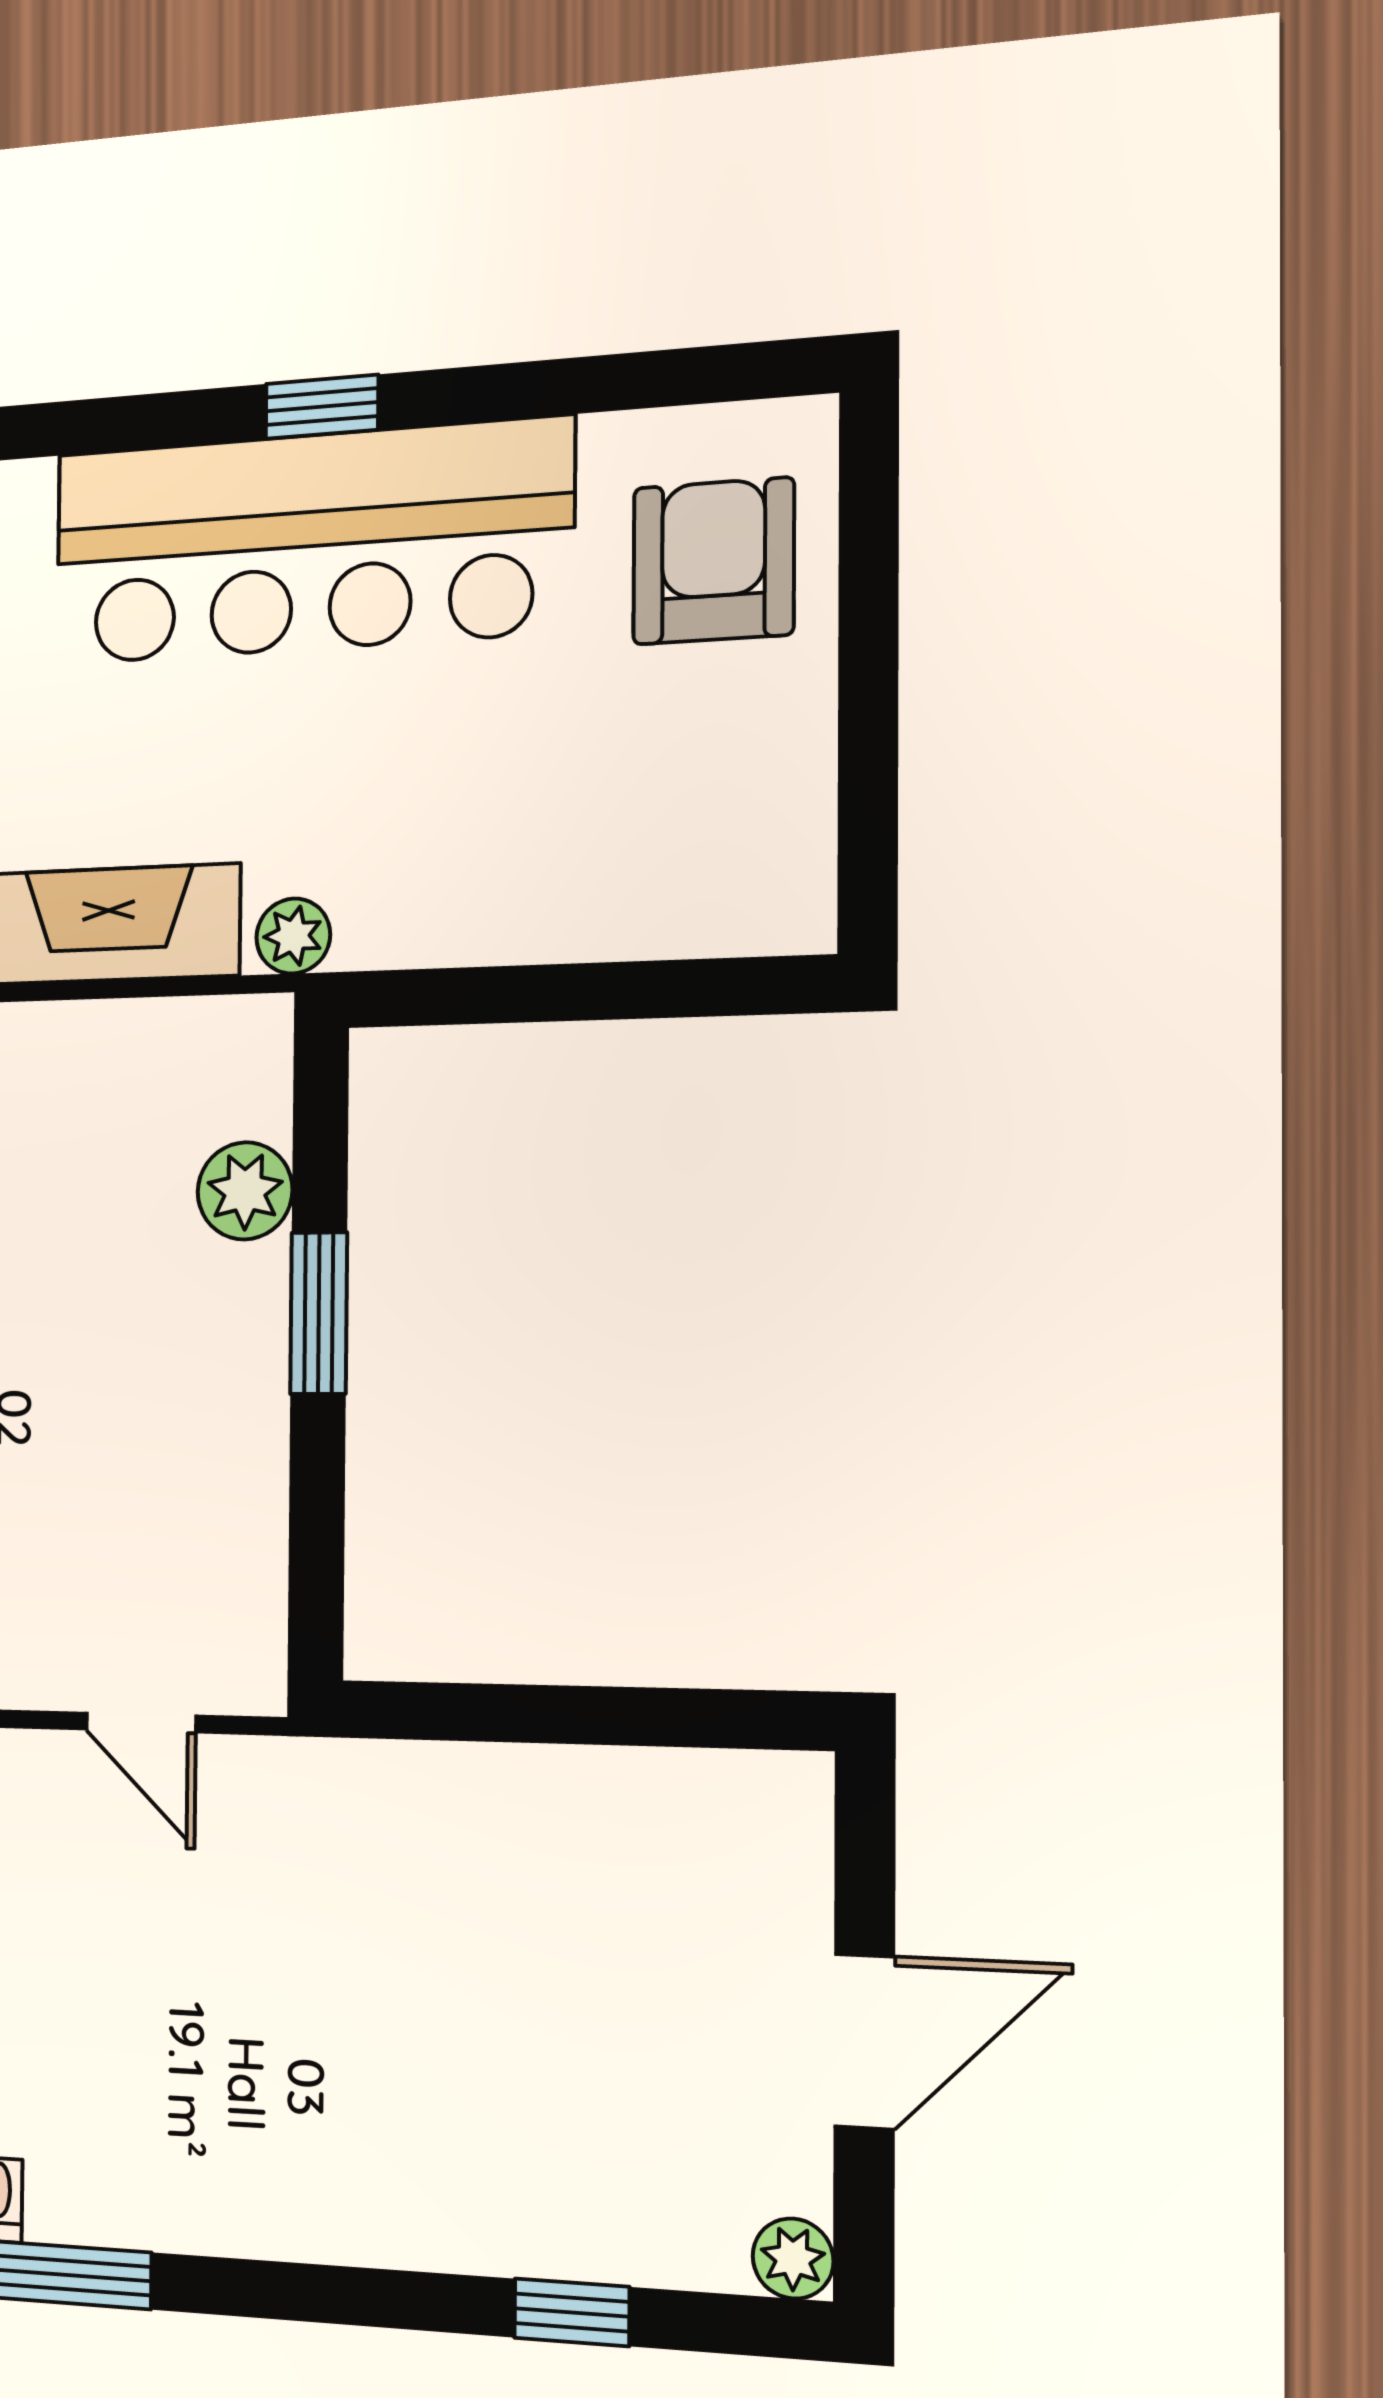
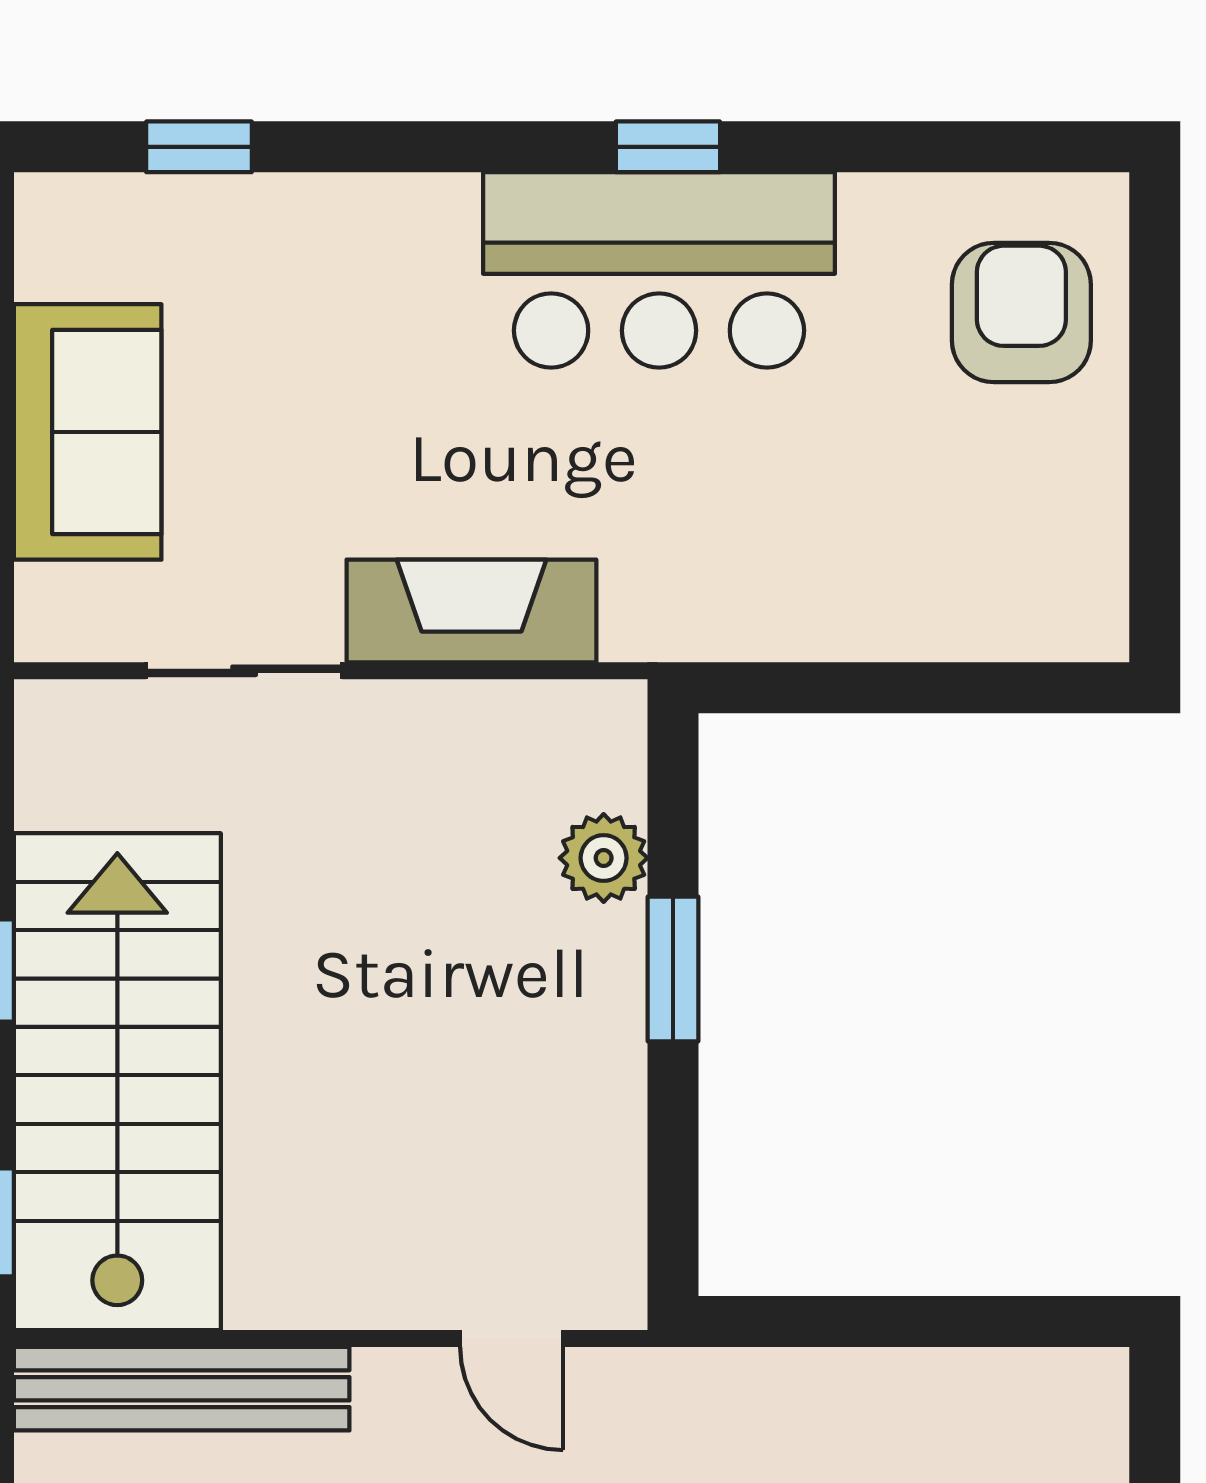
bar counter: (311, 542) -> (659, 270), width x0.73
plant: (293, 936) -> (646, 628), removed

